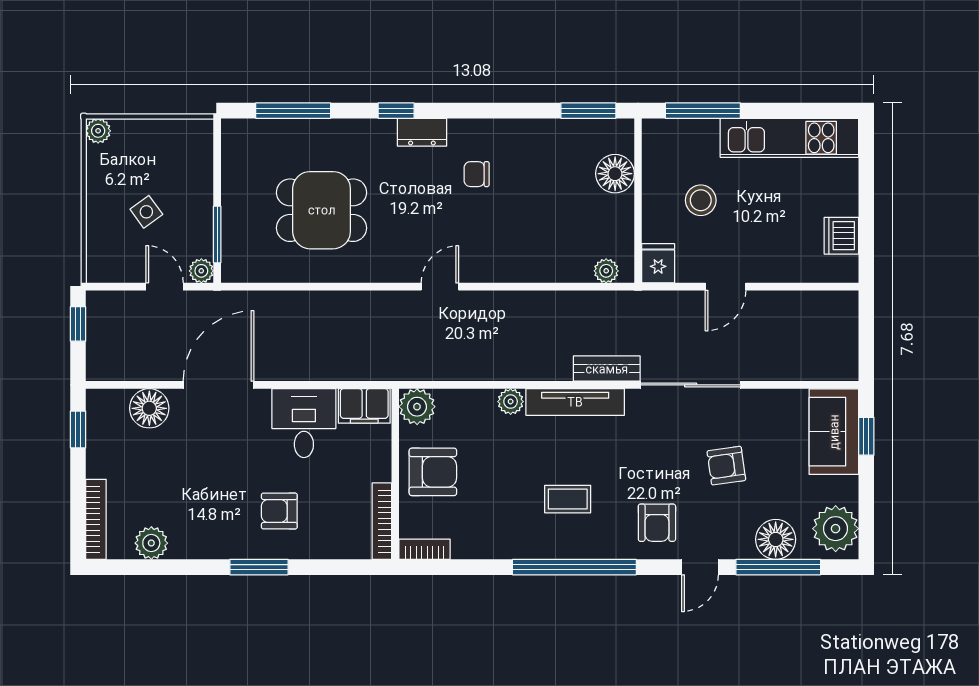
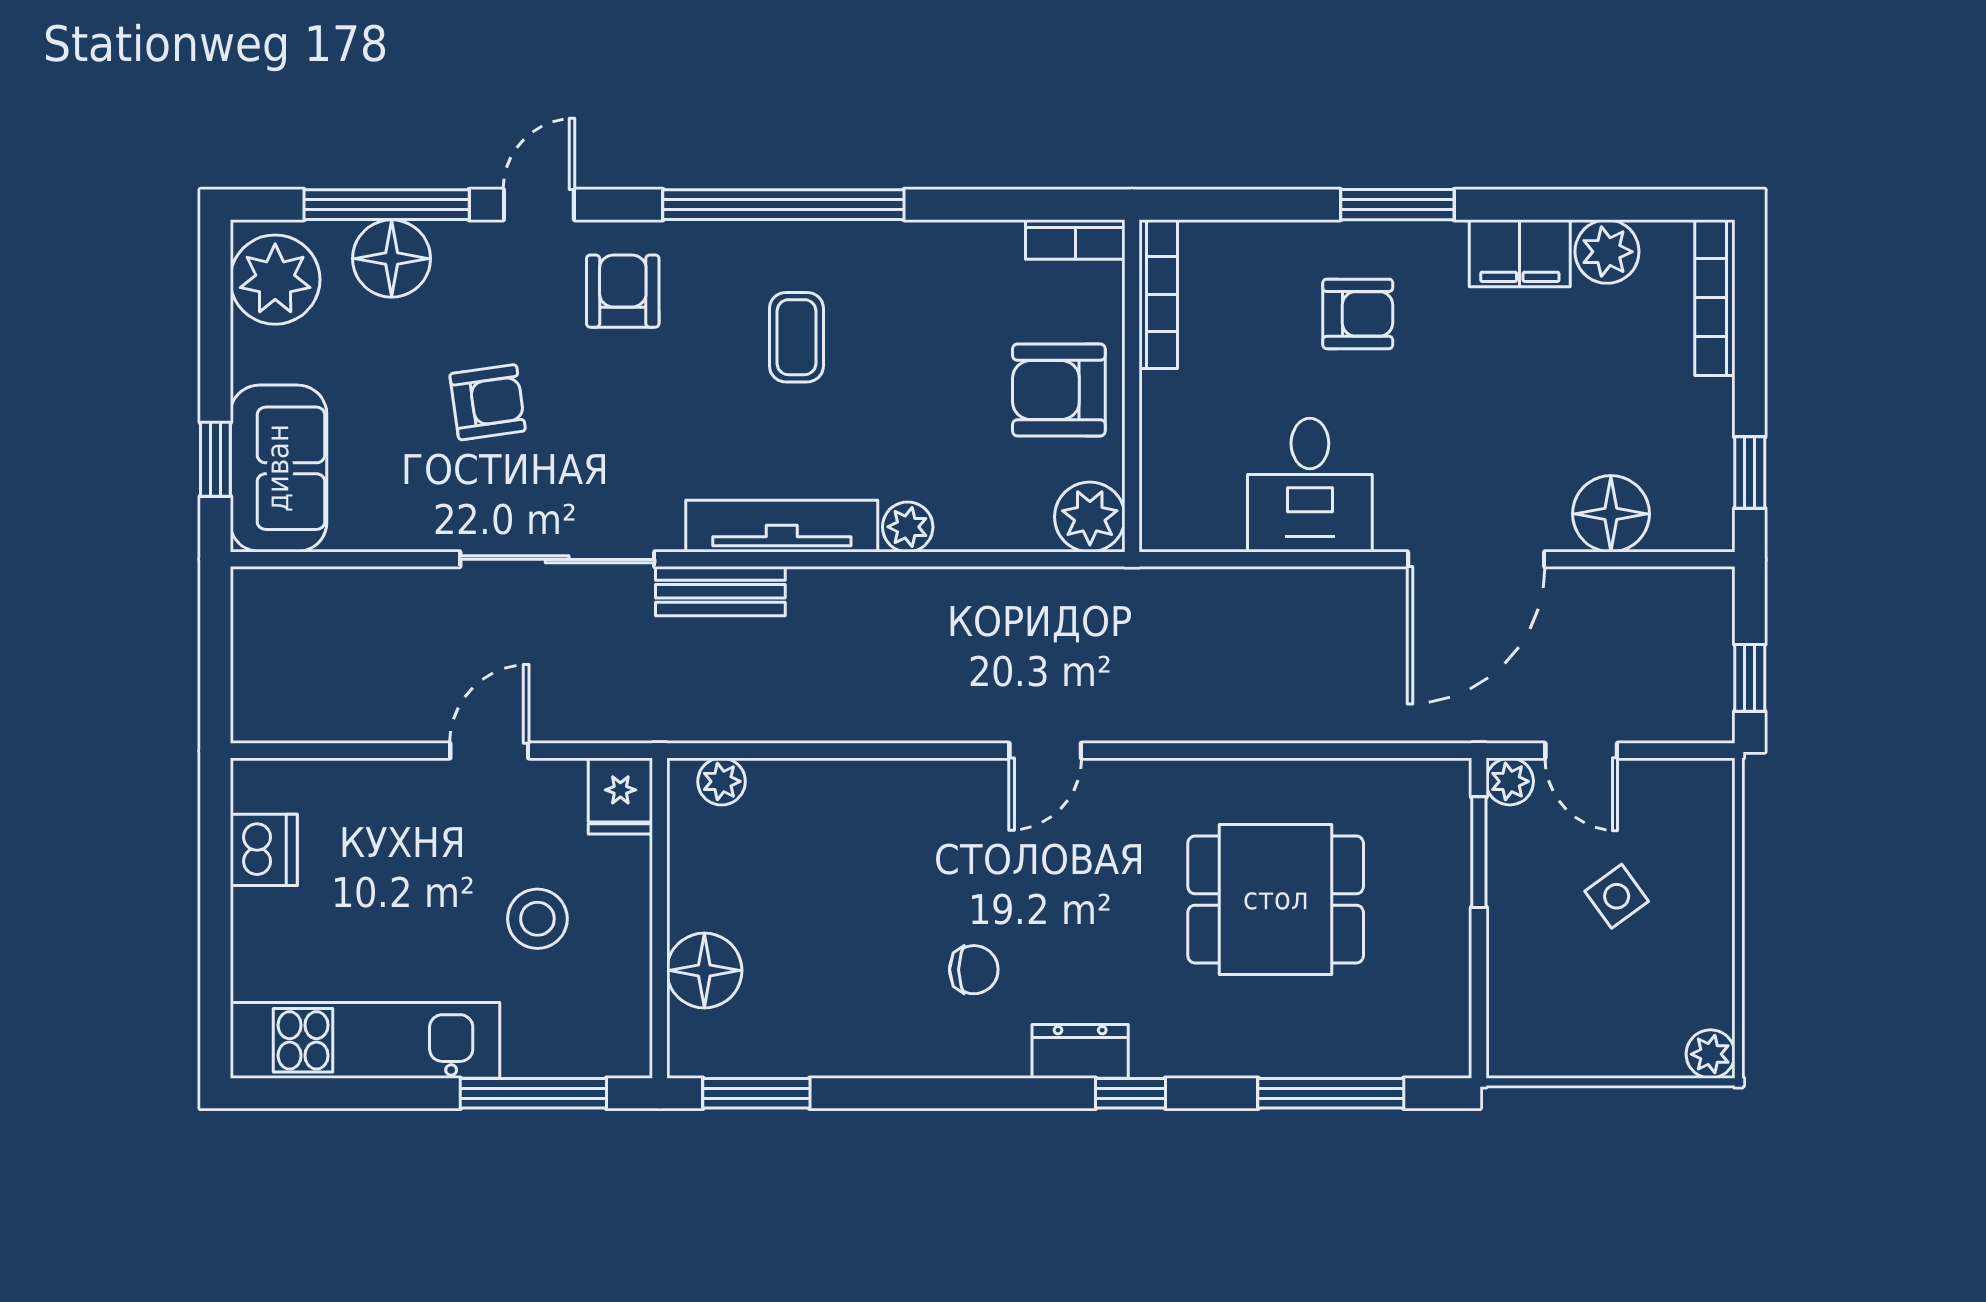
filing cabinet: (364, 406) -> (1520, 253), moved, turned 180
coffee table: (568, 499) -> (796, 337), turned 90

